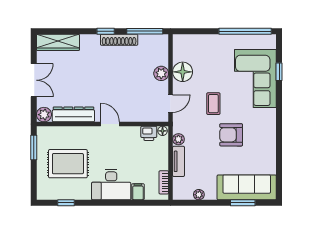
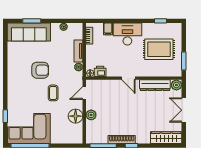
corner sofa: (255, 78) -> (29, 129), moved, turned -90

